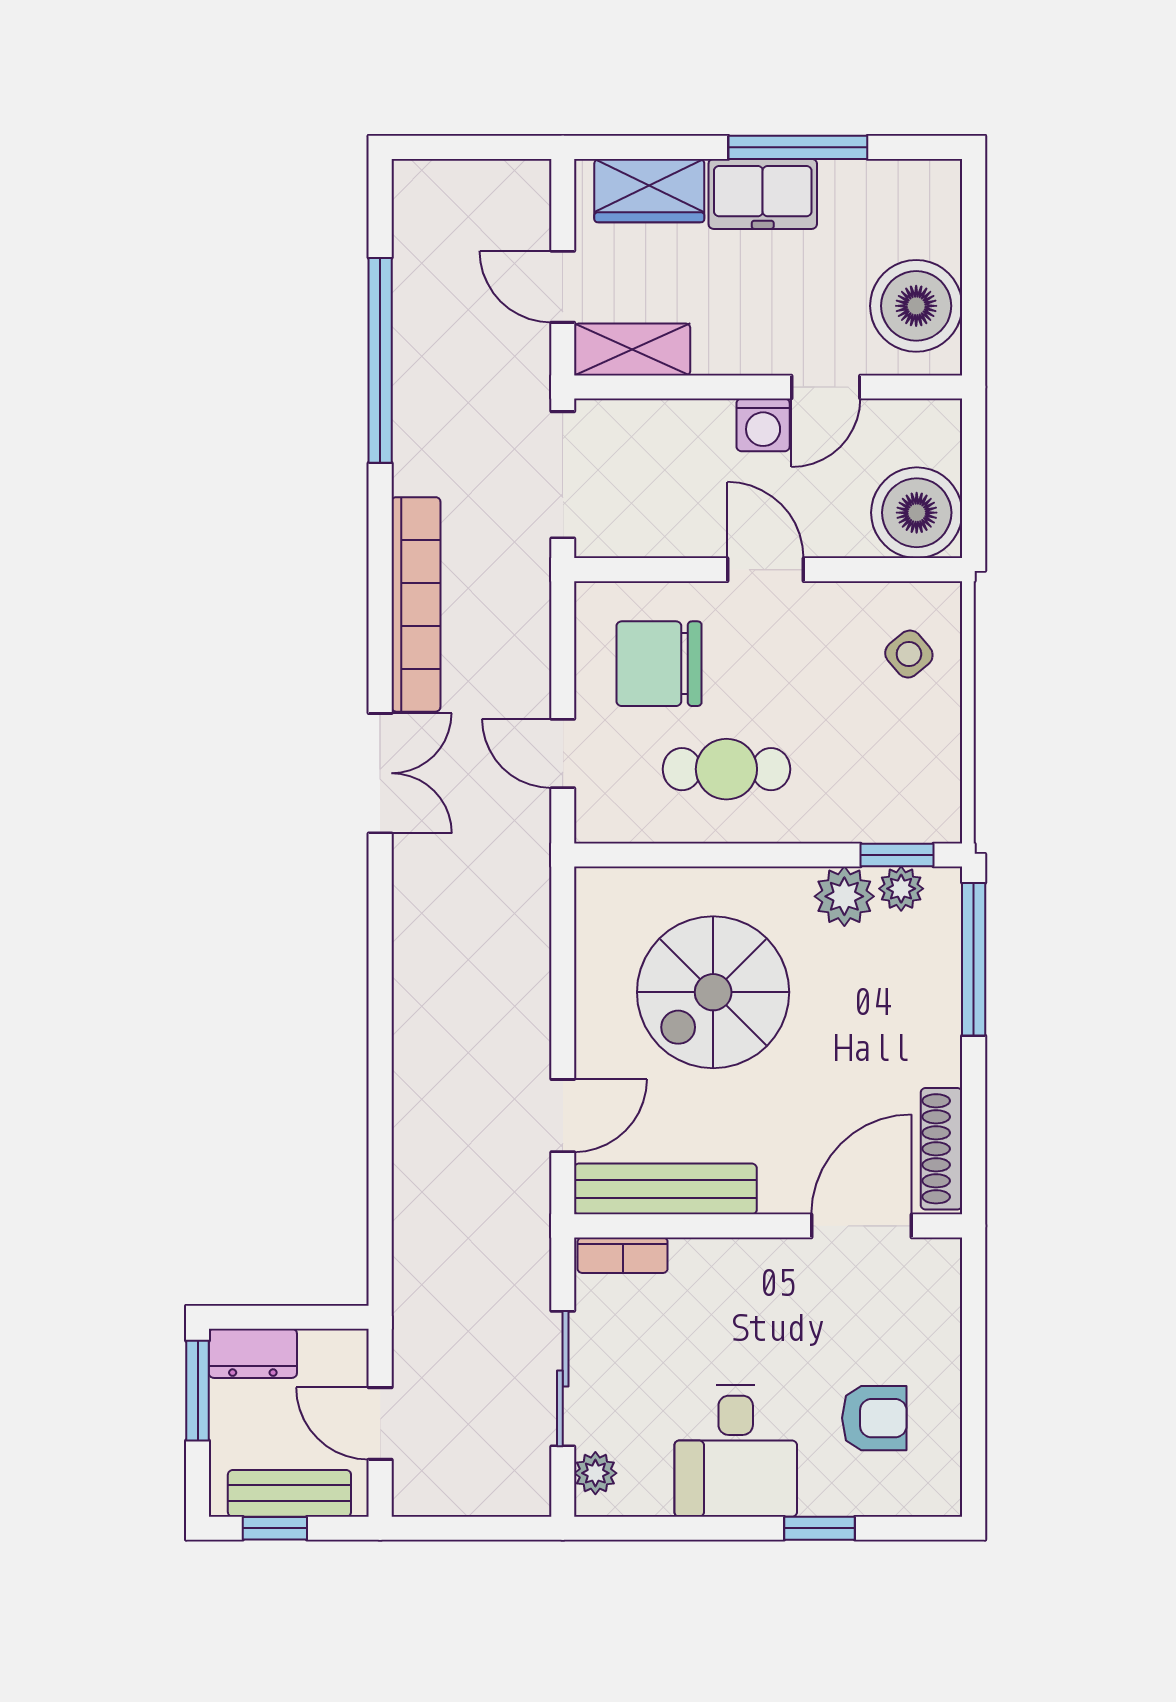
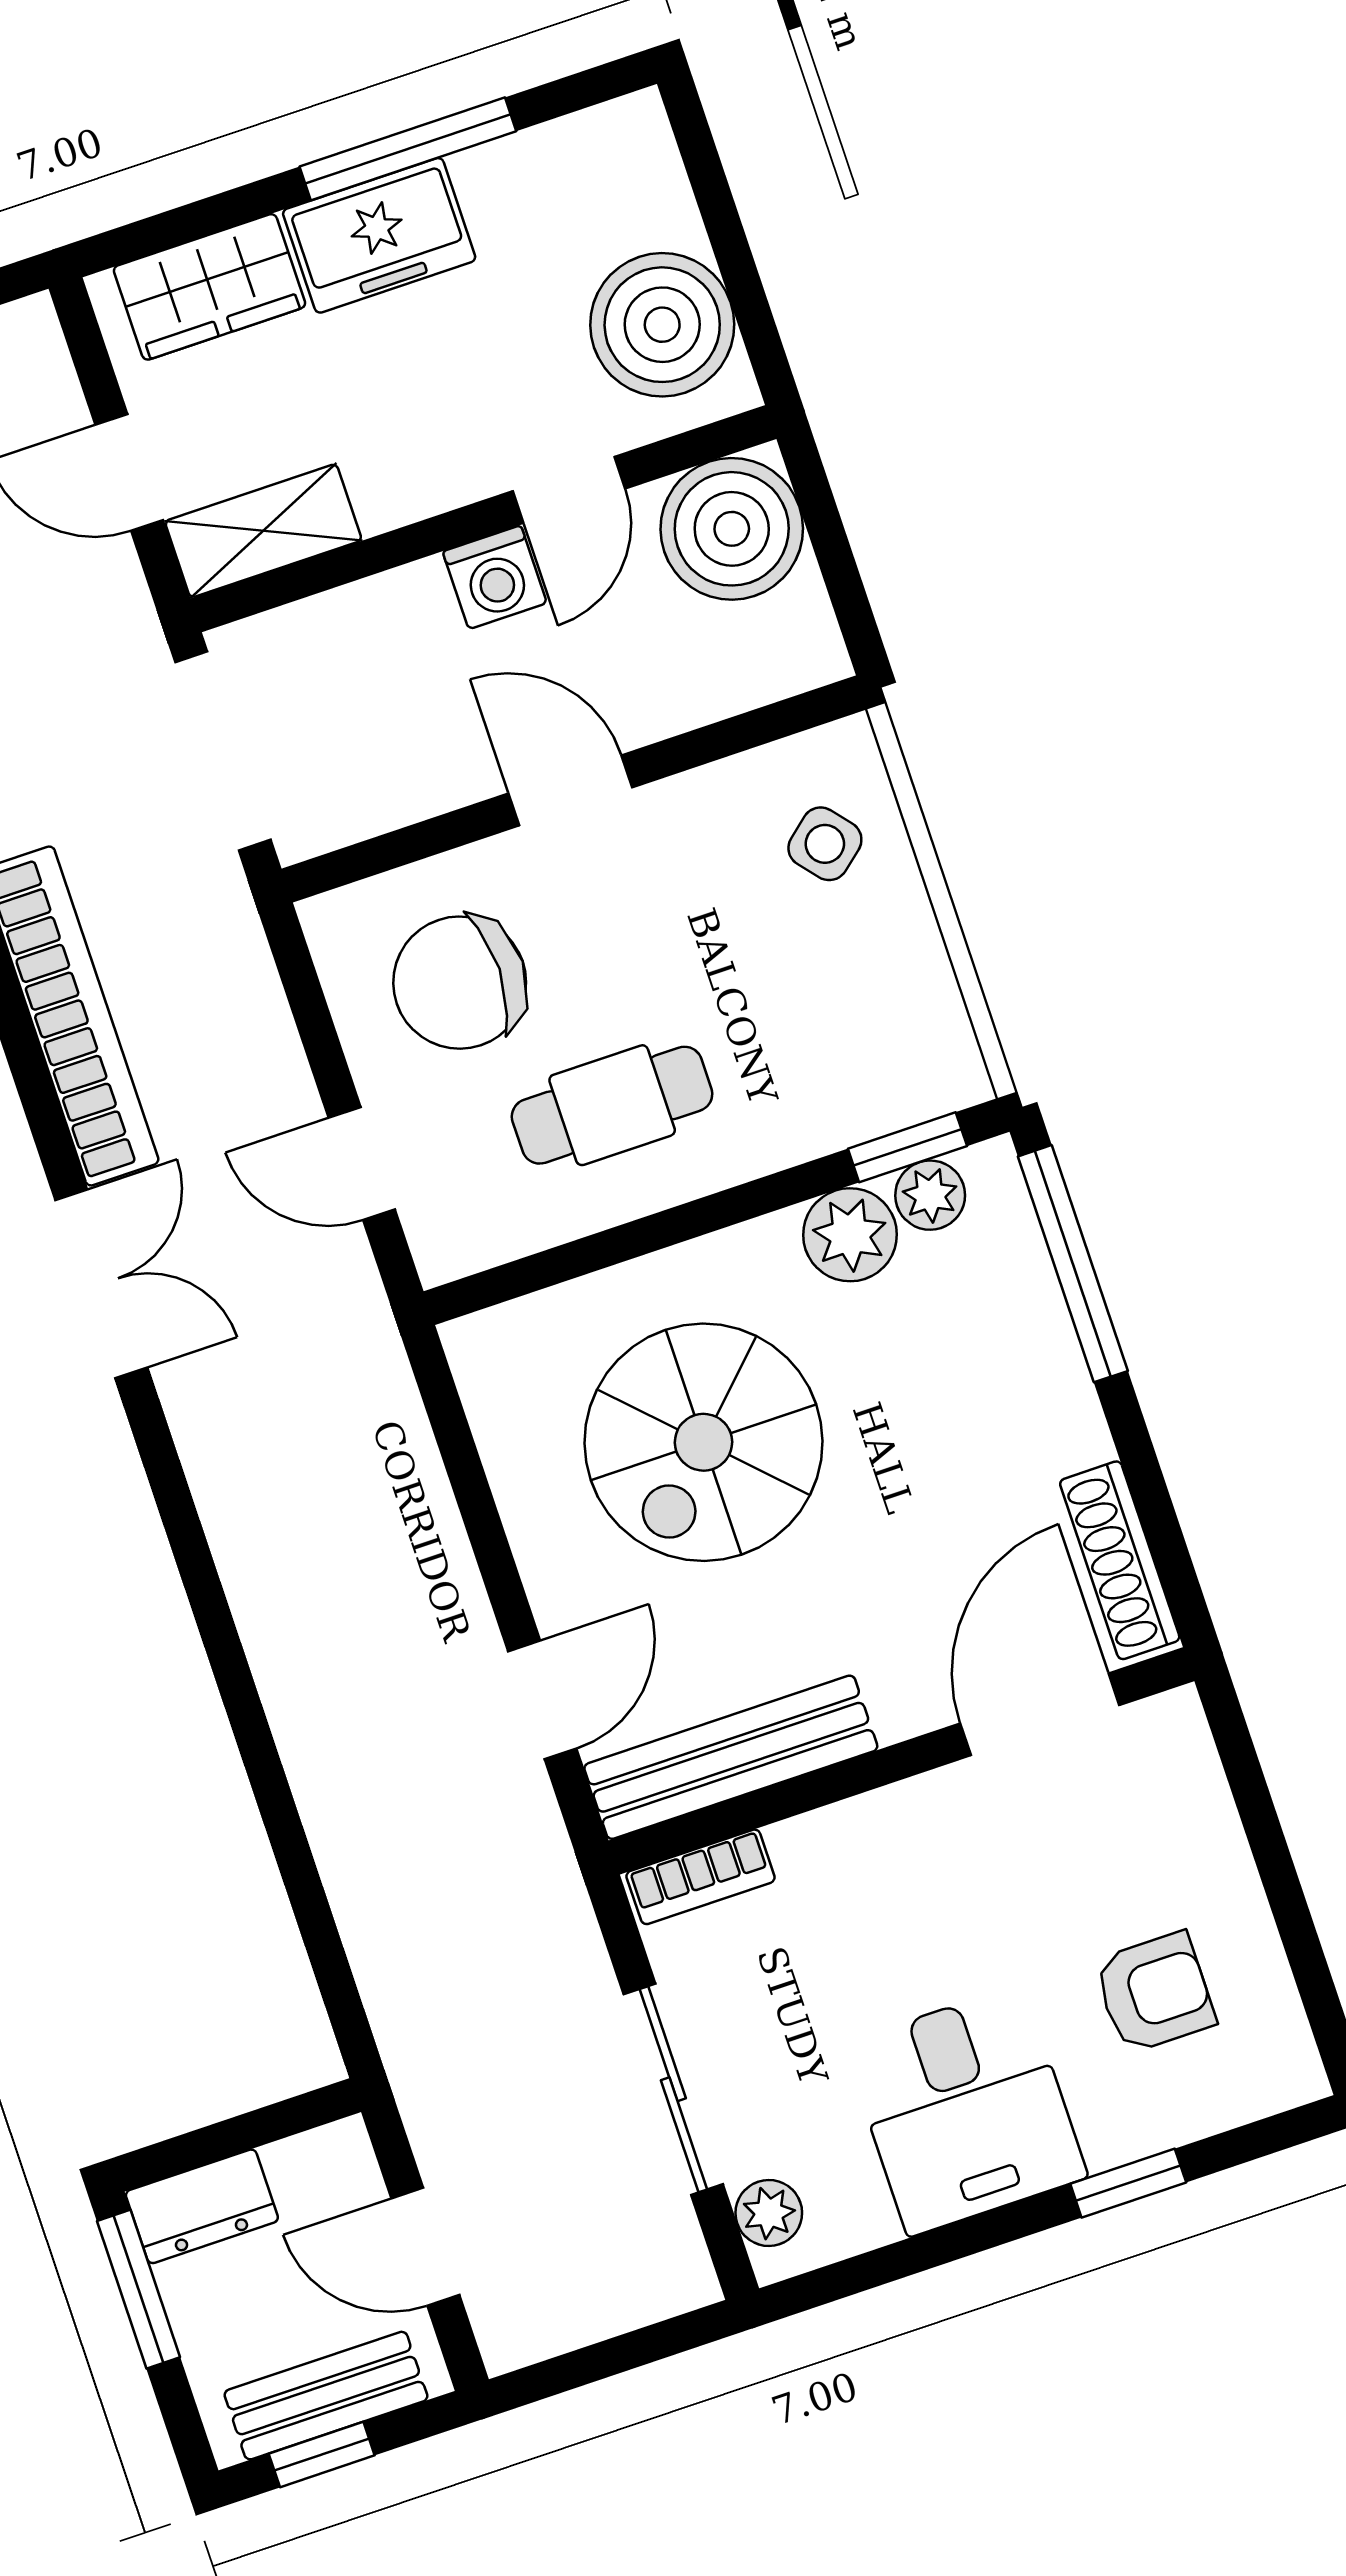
boiler: (917, 513) -> (732, 529), moved

